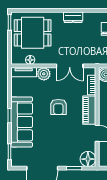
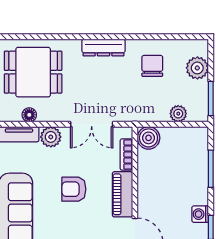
dresser: (73, 17) -> (103, 47), width x1.44
armchair: (58, 107) -> (74, 189), turned 90

